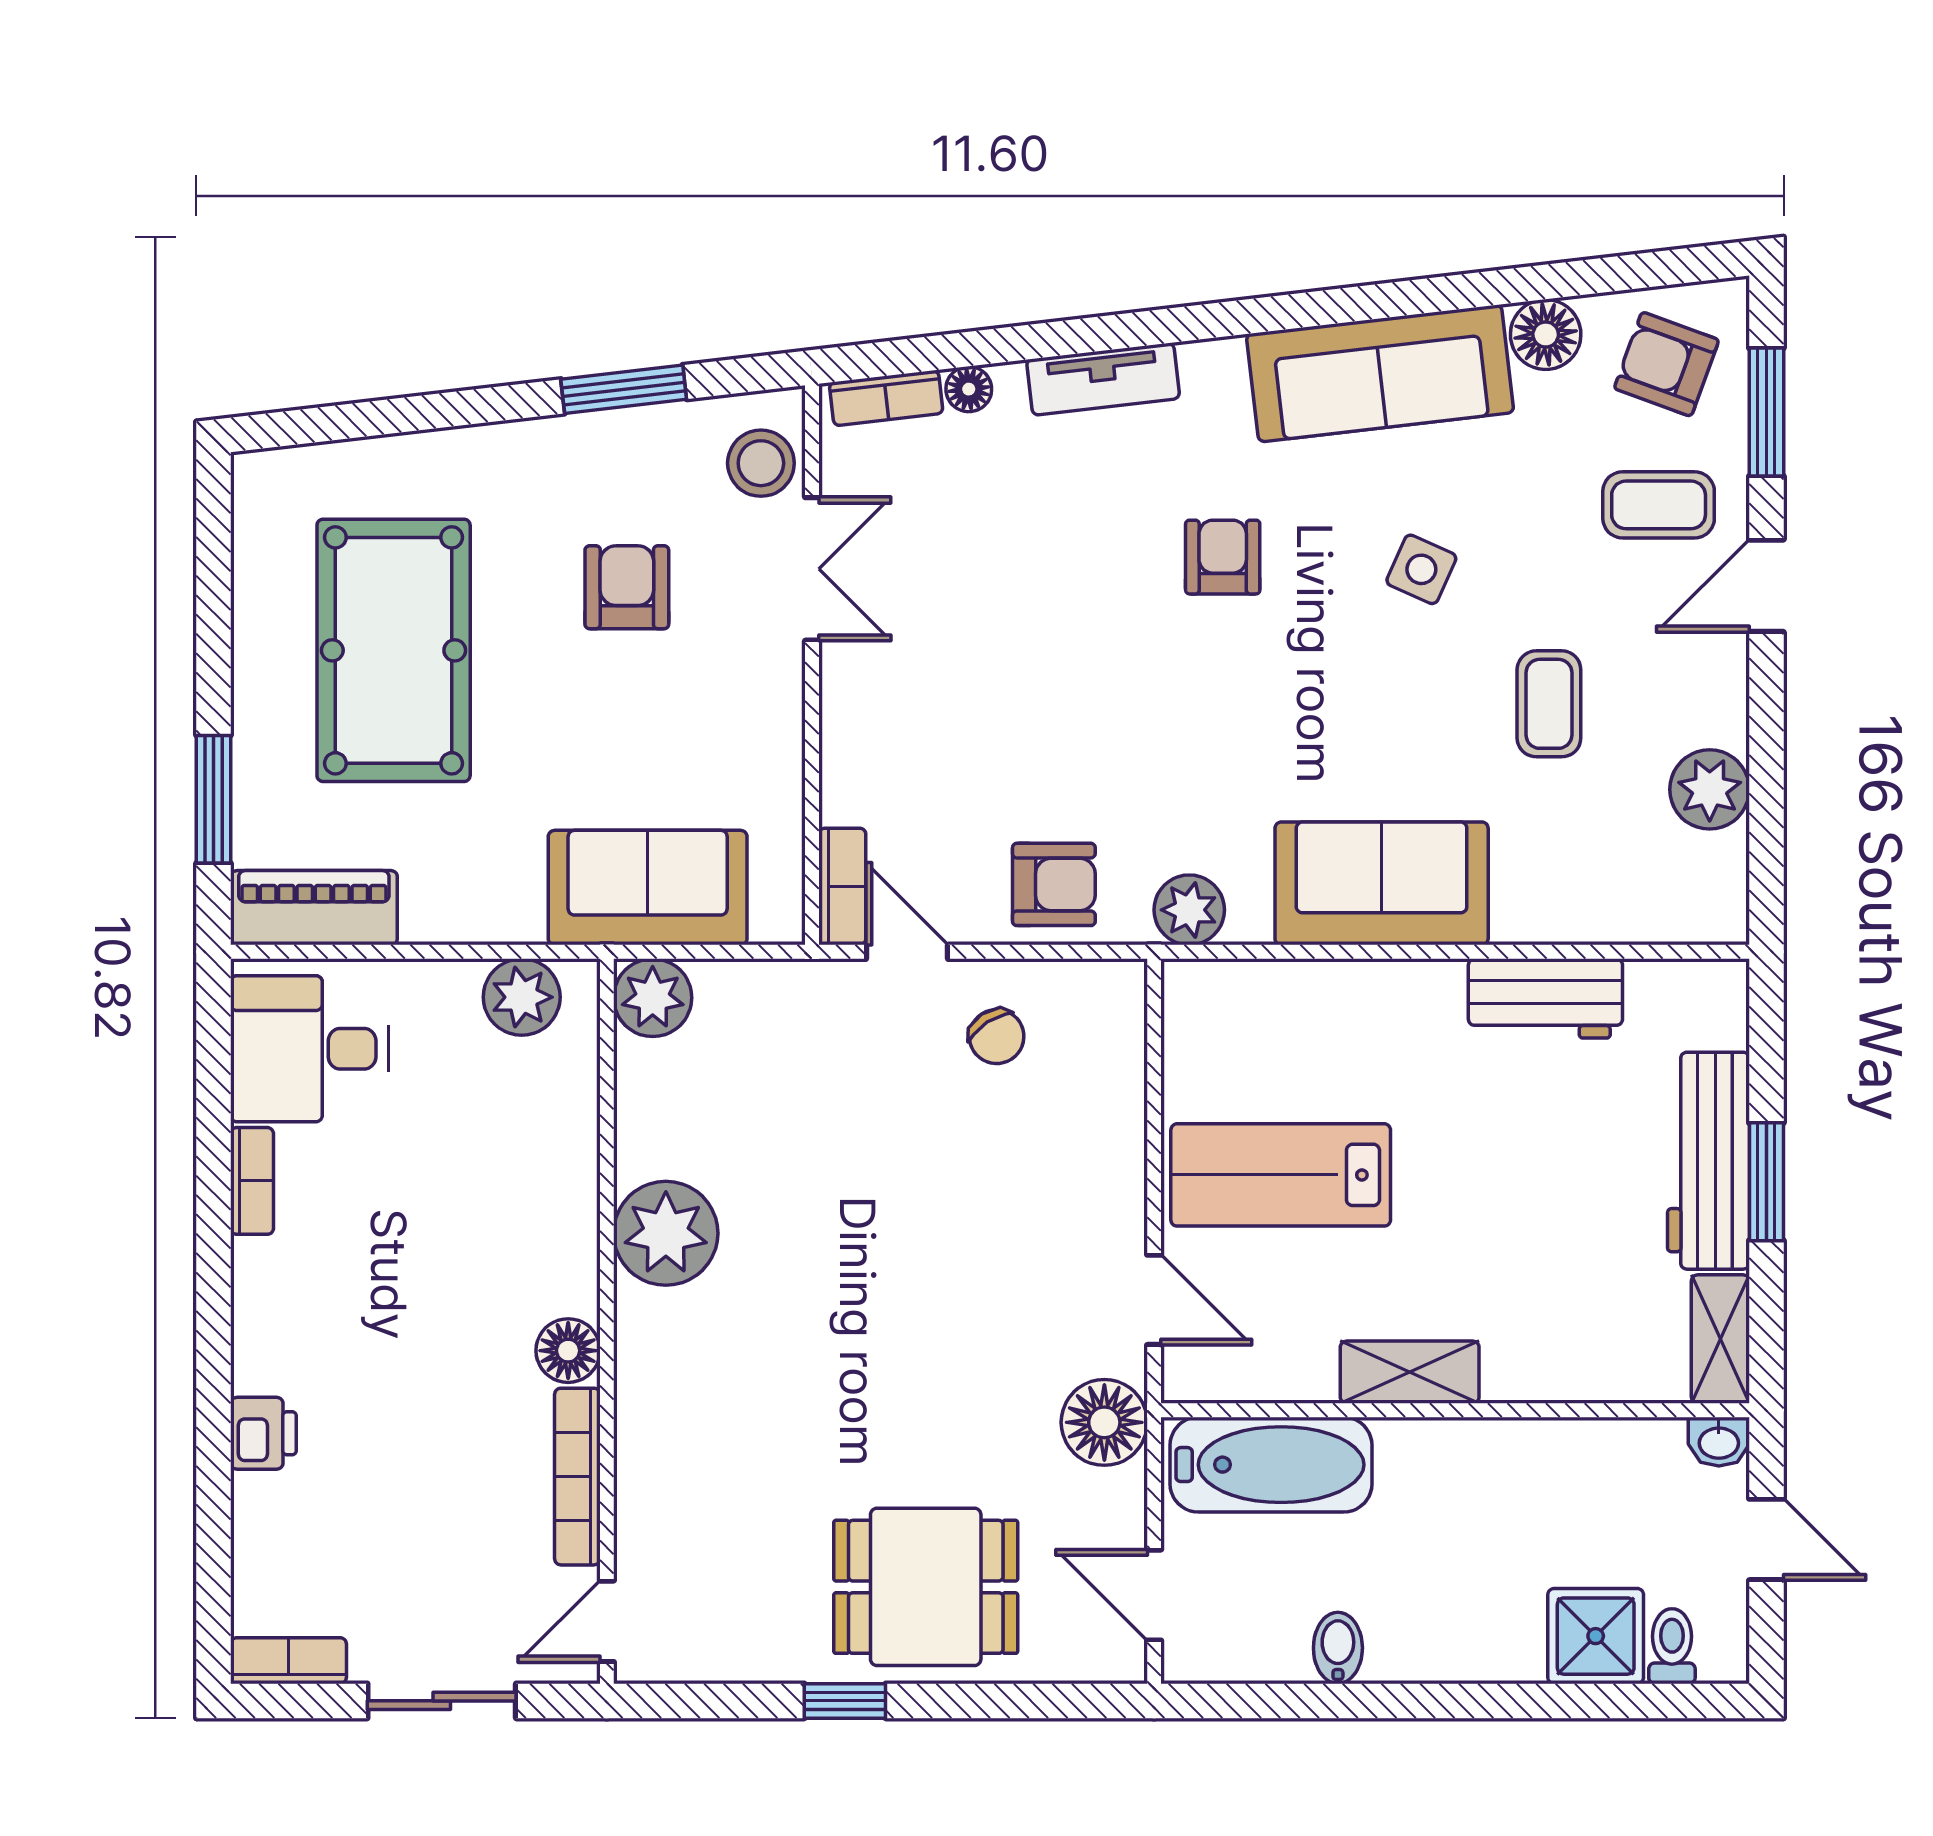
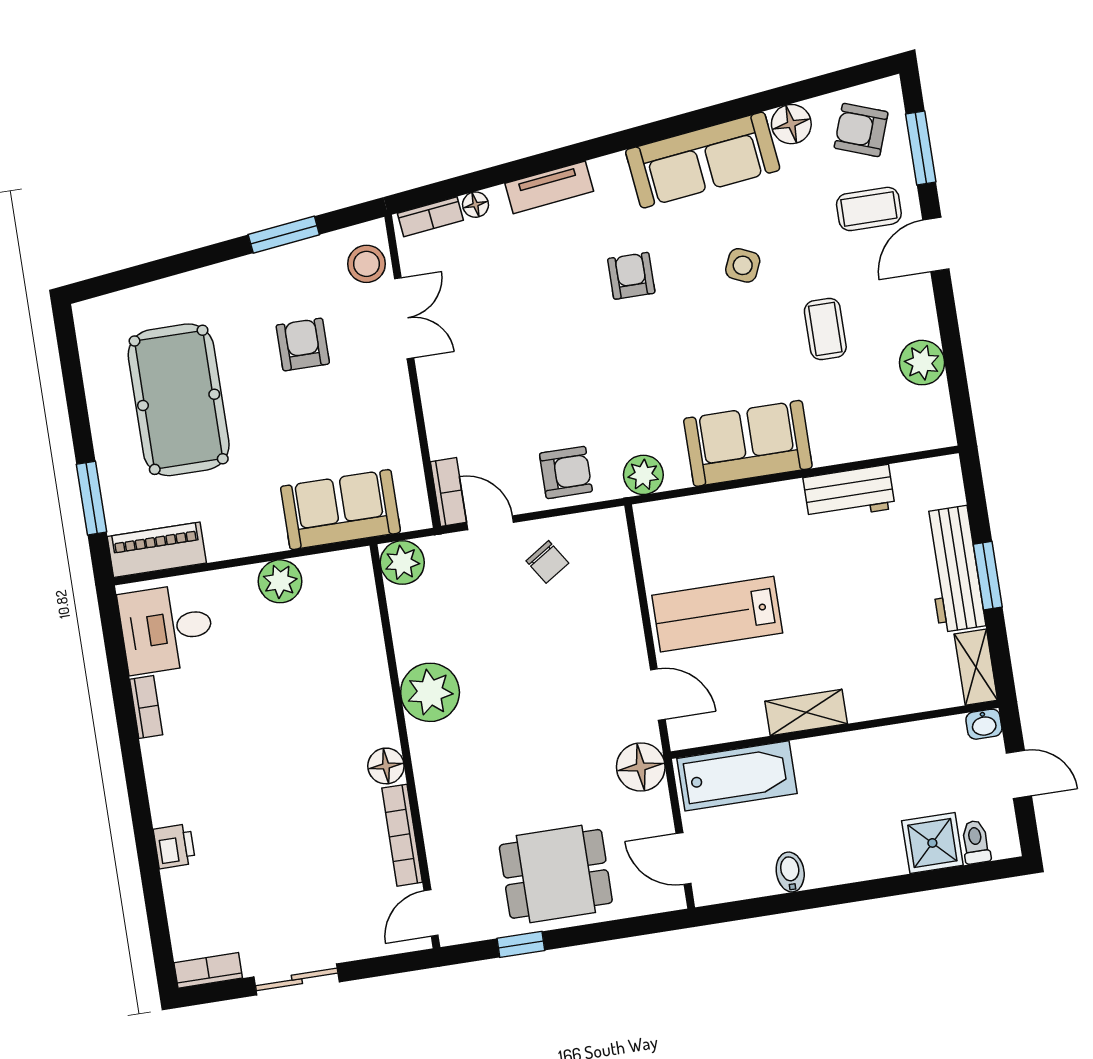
plant: (653, 998) -> (402, 563), moved
plant: (666, 1233) -> (430, 692), moved
wall: (607, 1321) -> (405, 746), moved
floor lamp: (568, 1351) -> (386, 766), moved
bookcase: (577, 1477) -> (402, 835), moved
door: (607, 1621) -> (431, 913), moved

